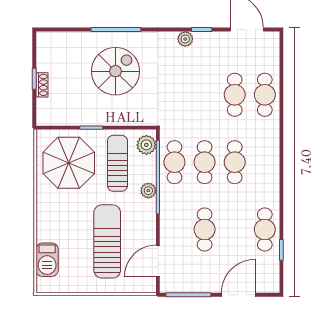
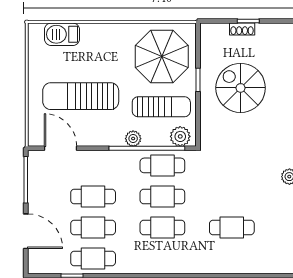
spiral stairs: (115, 71) -> (241, 88), moved, turned 180
cafe table: (265, 95) -> (93, 227), moved
sun lounger: (107, 241) -> (81, 96), turned 180

